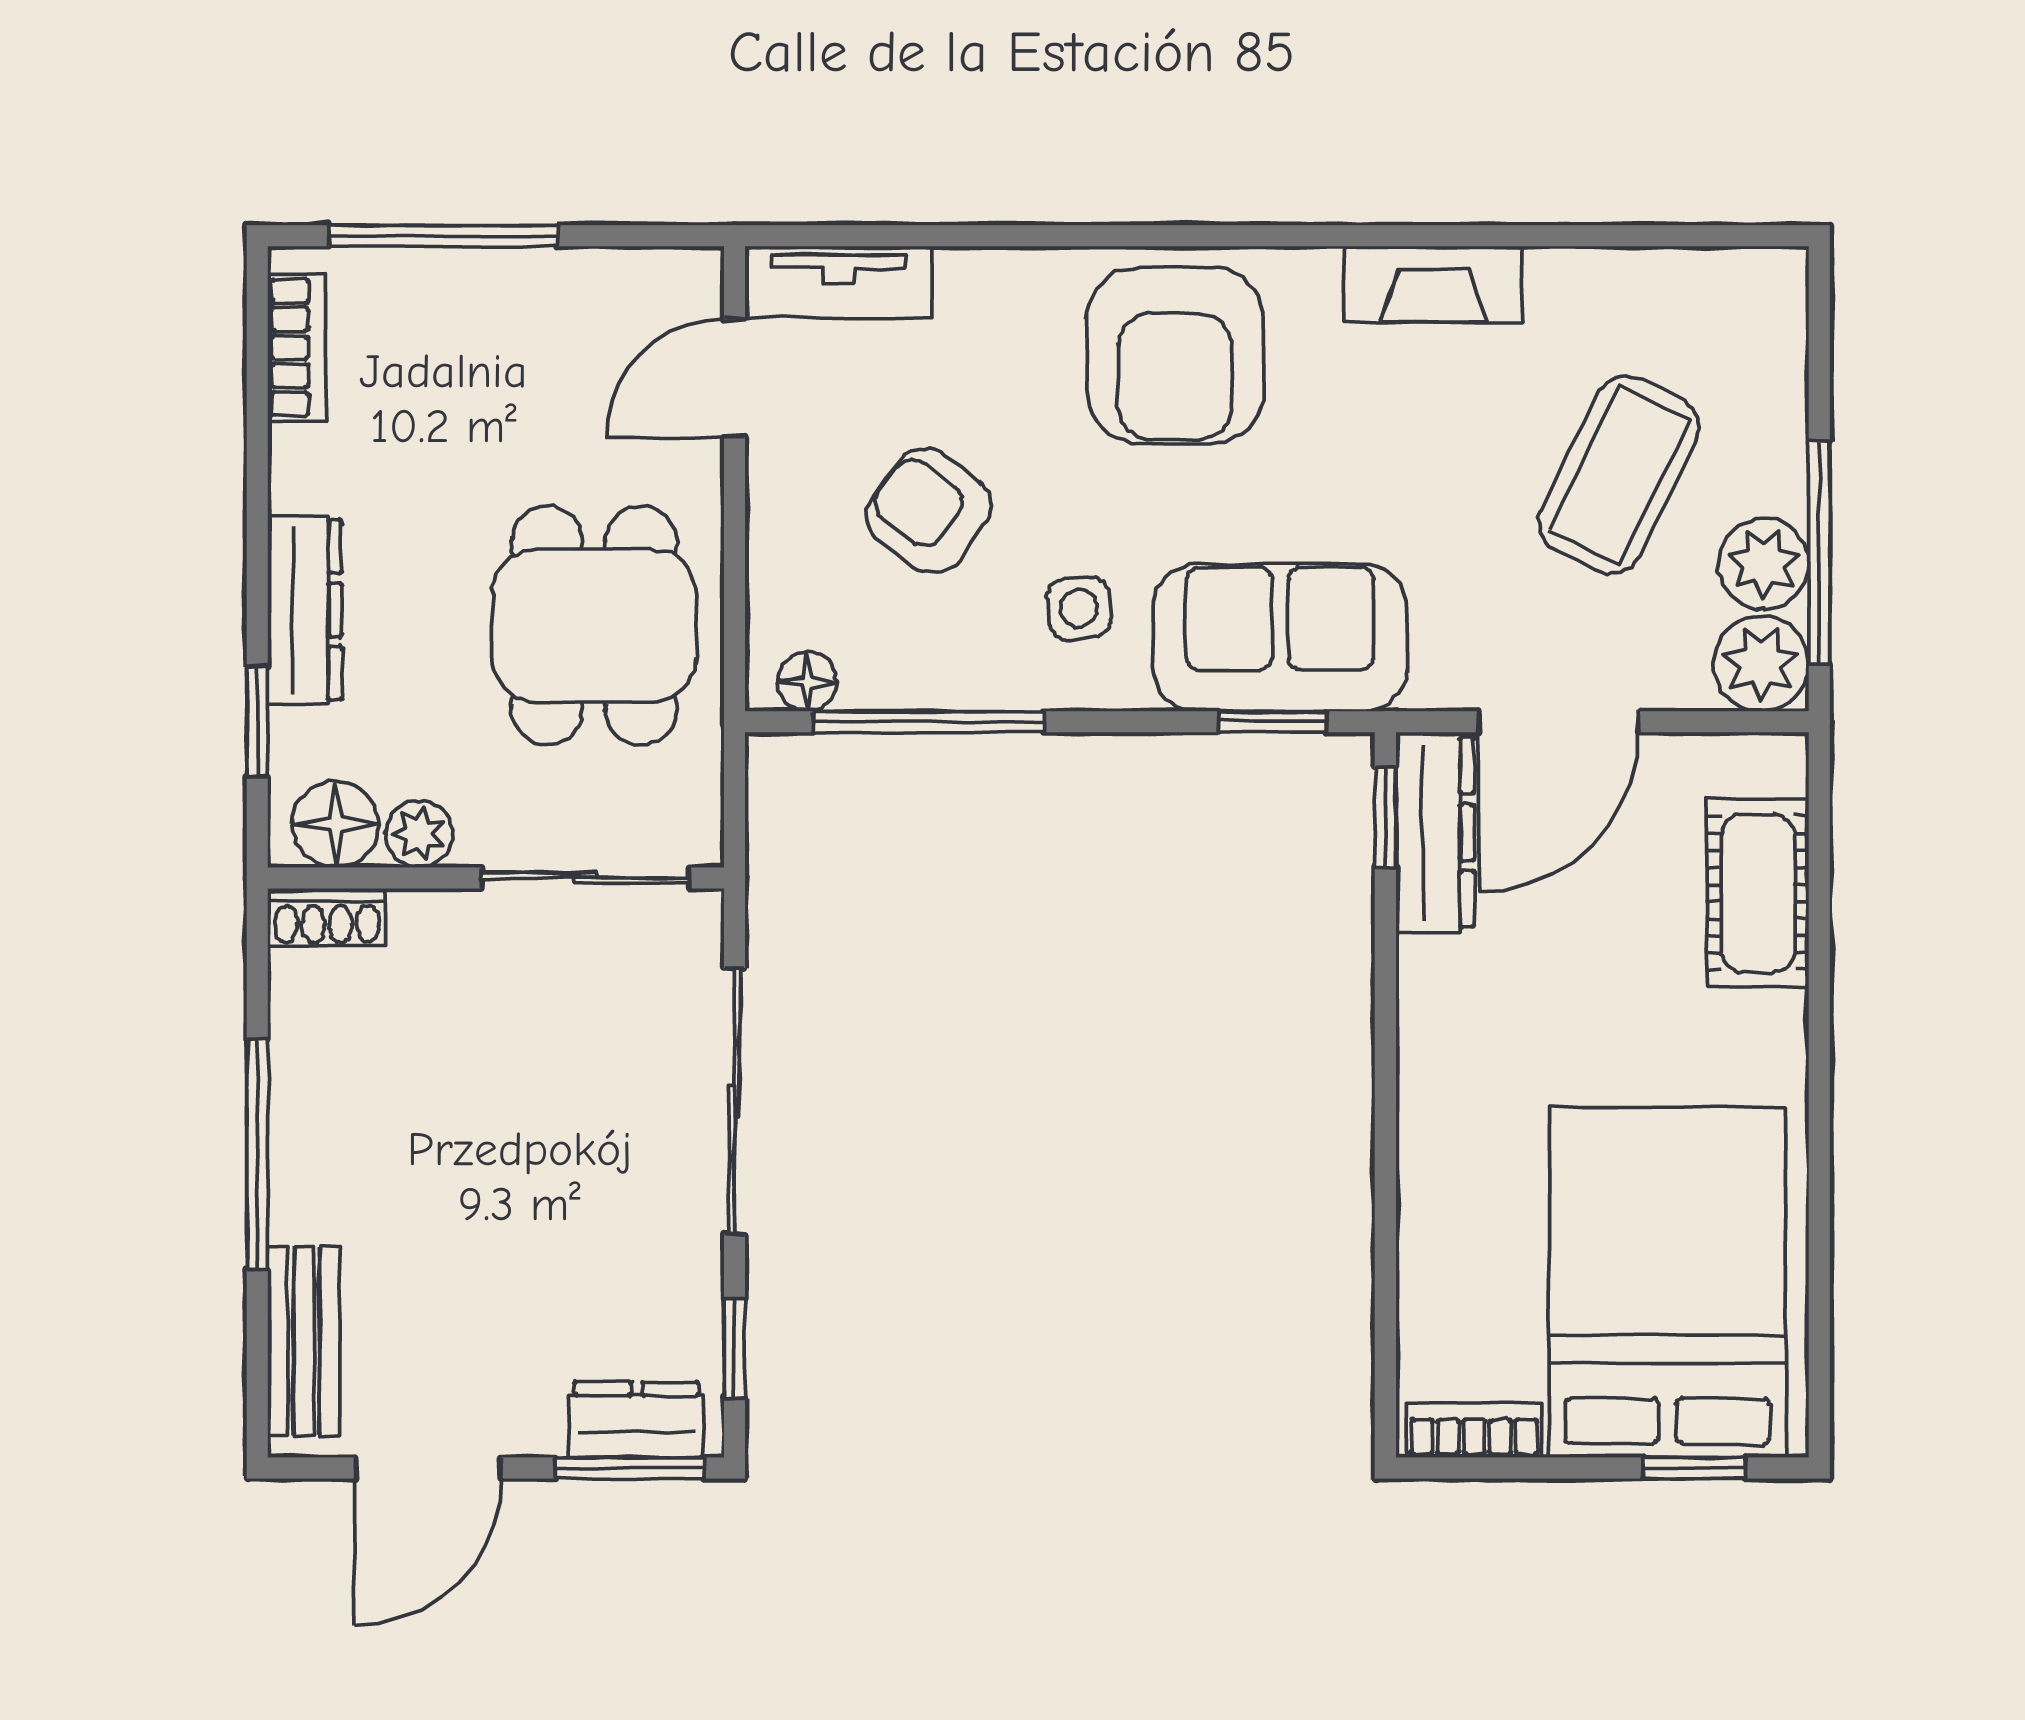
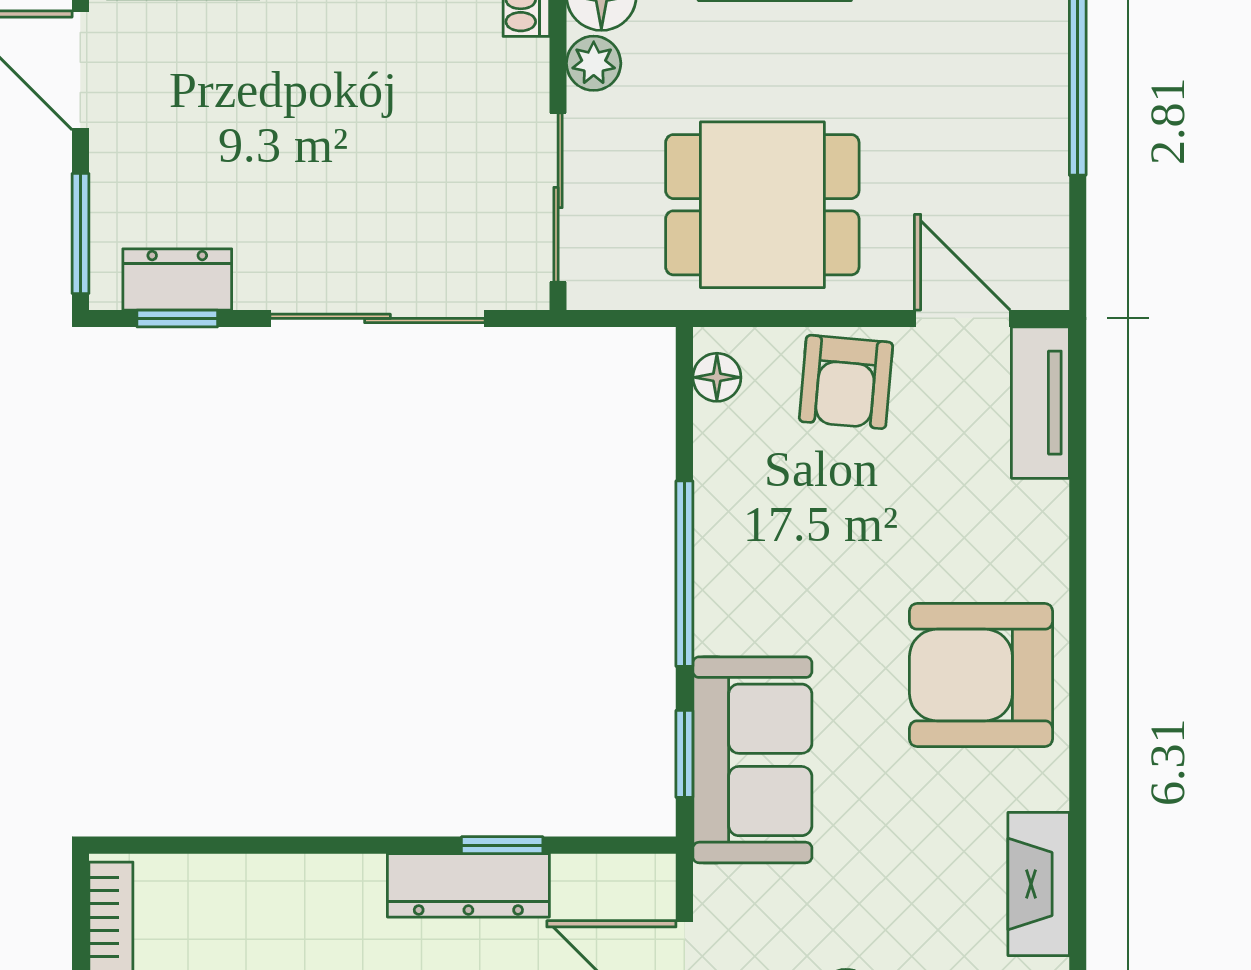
armchair: (929, 511) -> (846, 382), moved, turned 148
side table: (1079, 608) -> (776, 597), removed
window: (929, 722) -> (684, 574), moved
window: (1385, 817) -> (502, 845), moved
dresser: (1435, 832) -> (468, 885), moved
dresser: (637, 1420) -> (177, 279), moved, turned -90

